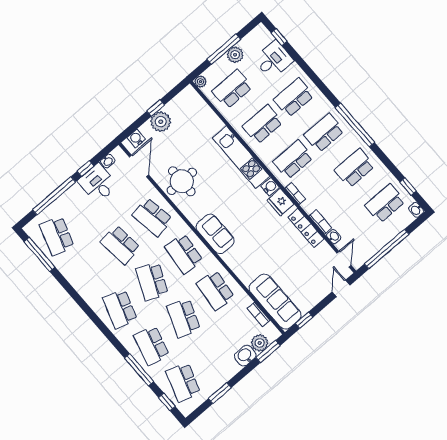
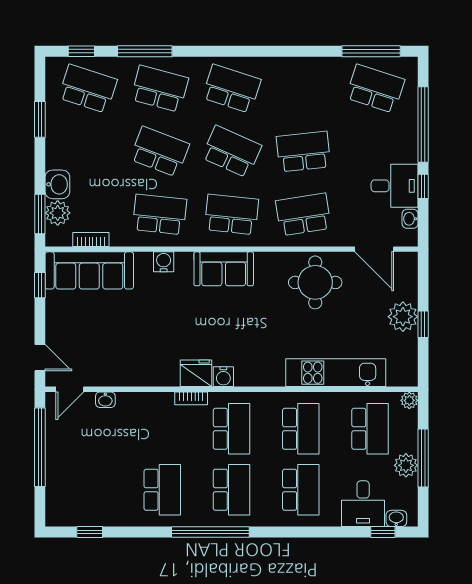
water cooler: (136, 138) -> (164, 262), moved, turned -90
kitchen unit: (241, 157) -> (336, 373), moved
school desk: (385, 203) -> (93, 490), removed
washbasin: (416, 210) -> (396, 518), moved
bookcase: (320, 222) -> (135, 399), removed
locker: (306, 228) -> (142, 377), removed
door: (344, 259) -> (70, 389), hinge flipped

